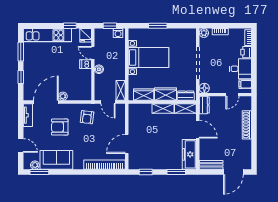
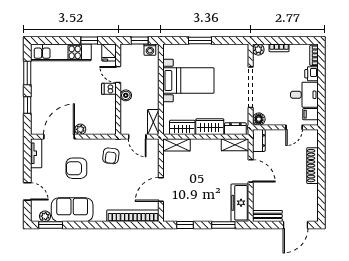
shelving: (163, 109) -> (177, 145), moved

